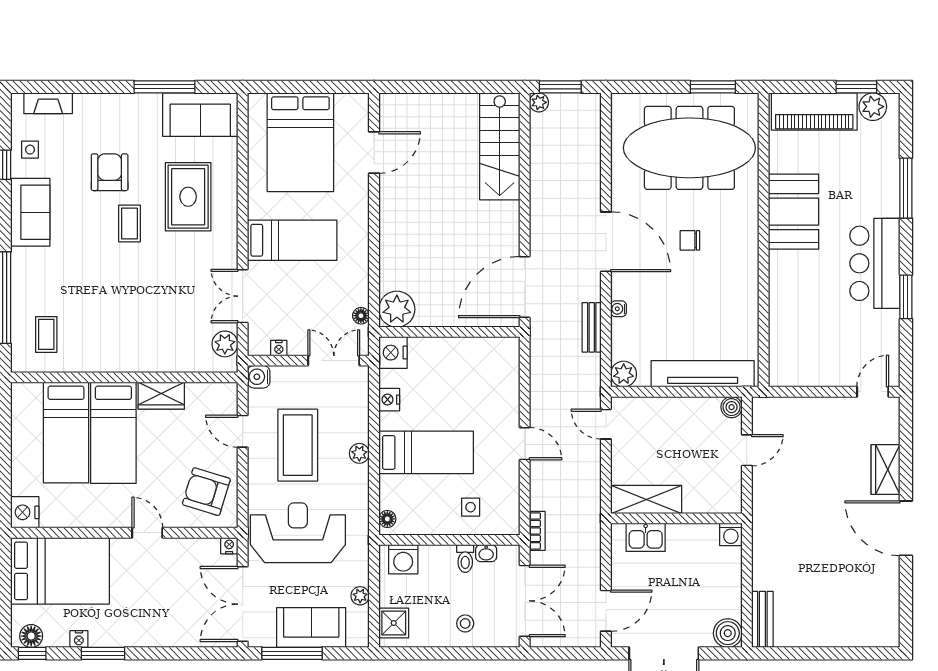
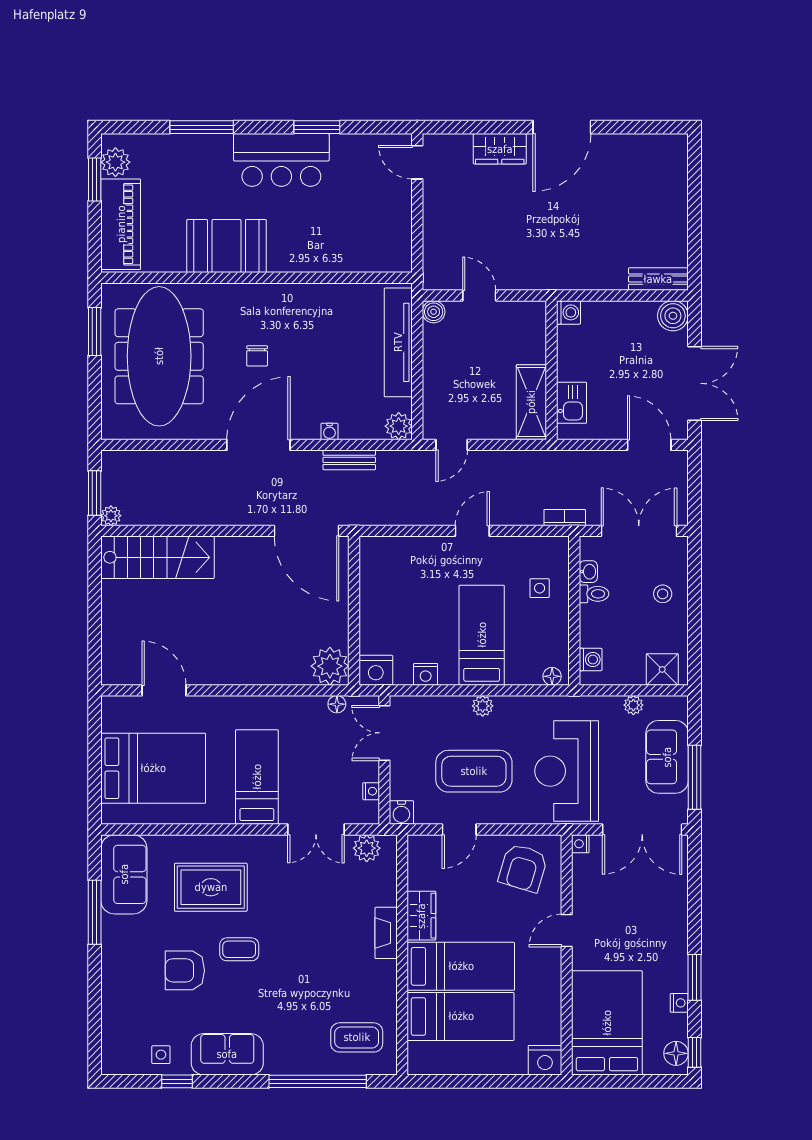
fireplace: (48, 103) -> (386, 933), moved, turned 180
coffee table: (46, 334) -> (357, 1037), width x1.36, depth x1.30
washing machine: (403, 559) -> (591, 659), width x0.73, depth x0.73

